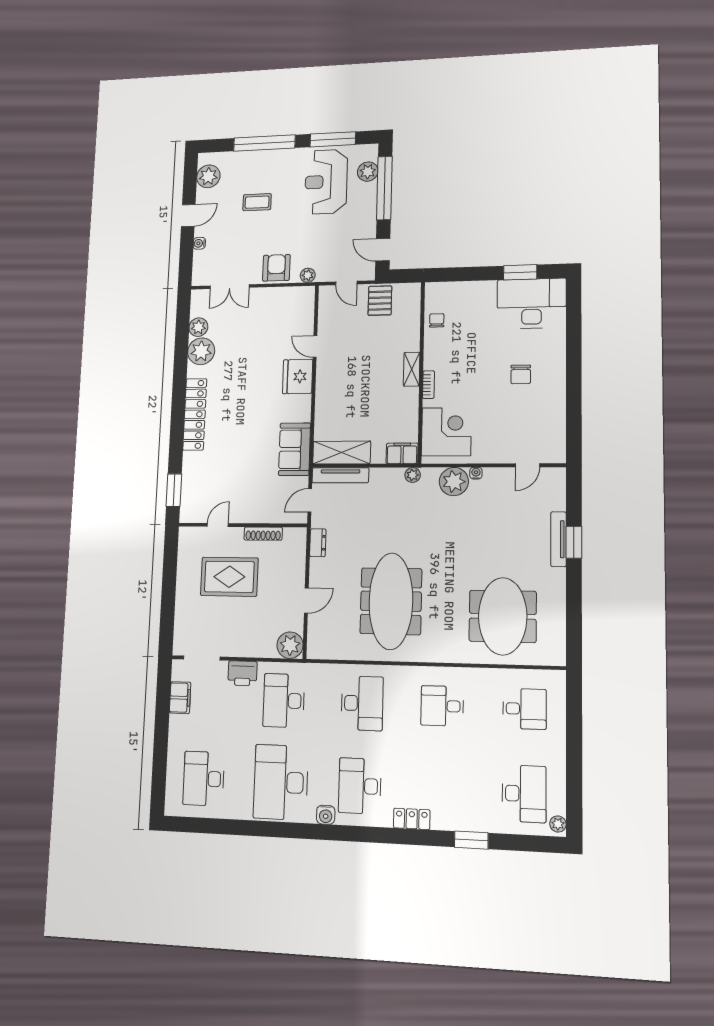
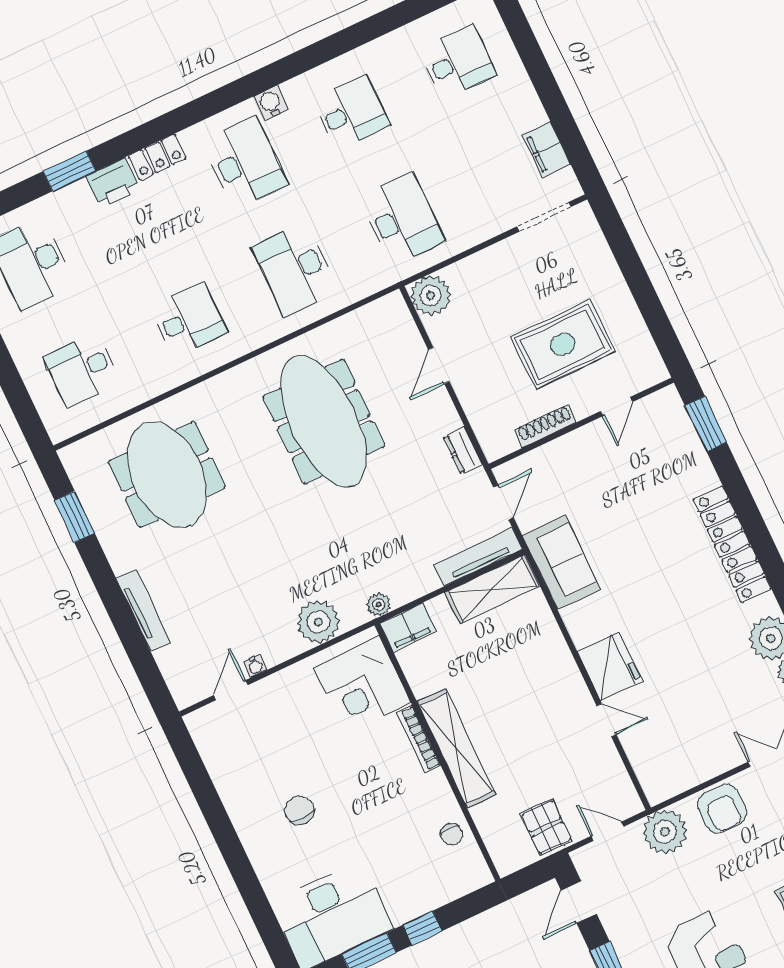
door: (383, 250) -> (579, 902), swing flipped
window: (481, 274) -> (422, 928), added
plant: (308, 275) -> (665, 832), width x1.88, depth x1.88
shelving: (412, 369) -> (456, 748), width x2.20, depth x1.33
bookcase: (428, 385) -> (418, 739), width x1.56
water cooler: (476, 473) -> (255, 666), moved
window: (574, 542) -> (75, 517), moved
printer: (242, 673) -> (113, 183), moved, turned 180
desk: (204, 779) -> (458, 62), width x0.73
desk: (281, 782) -> (351, 112), width x0.53, depth x0.77

